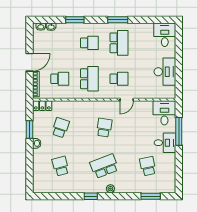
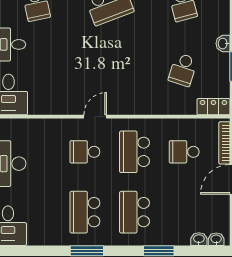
school desk: (89, 43) -> (135, 212), width x1.85
door: (127, 100) -> (95, 117), moved
school desk: (104, 128) -> (110, 70), removed

